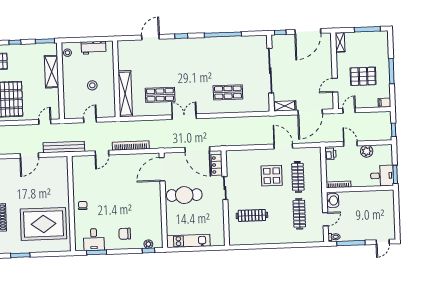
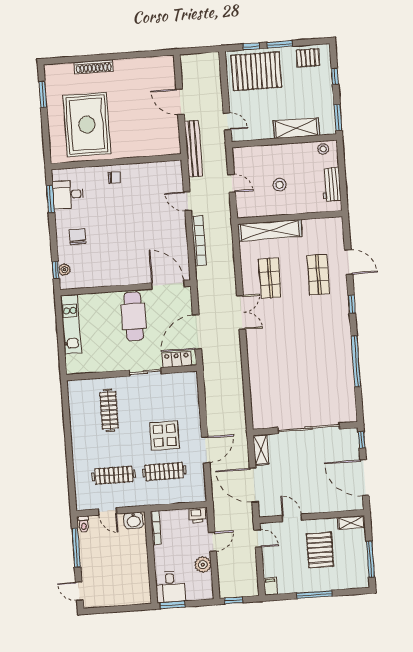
pallet: (363, 76) -> (320, 550), moved
shop shelf: (228, 92) -> (318, 275), moved

